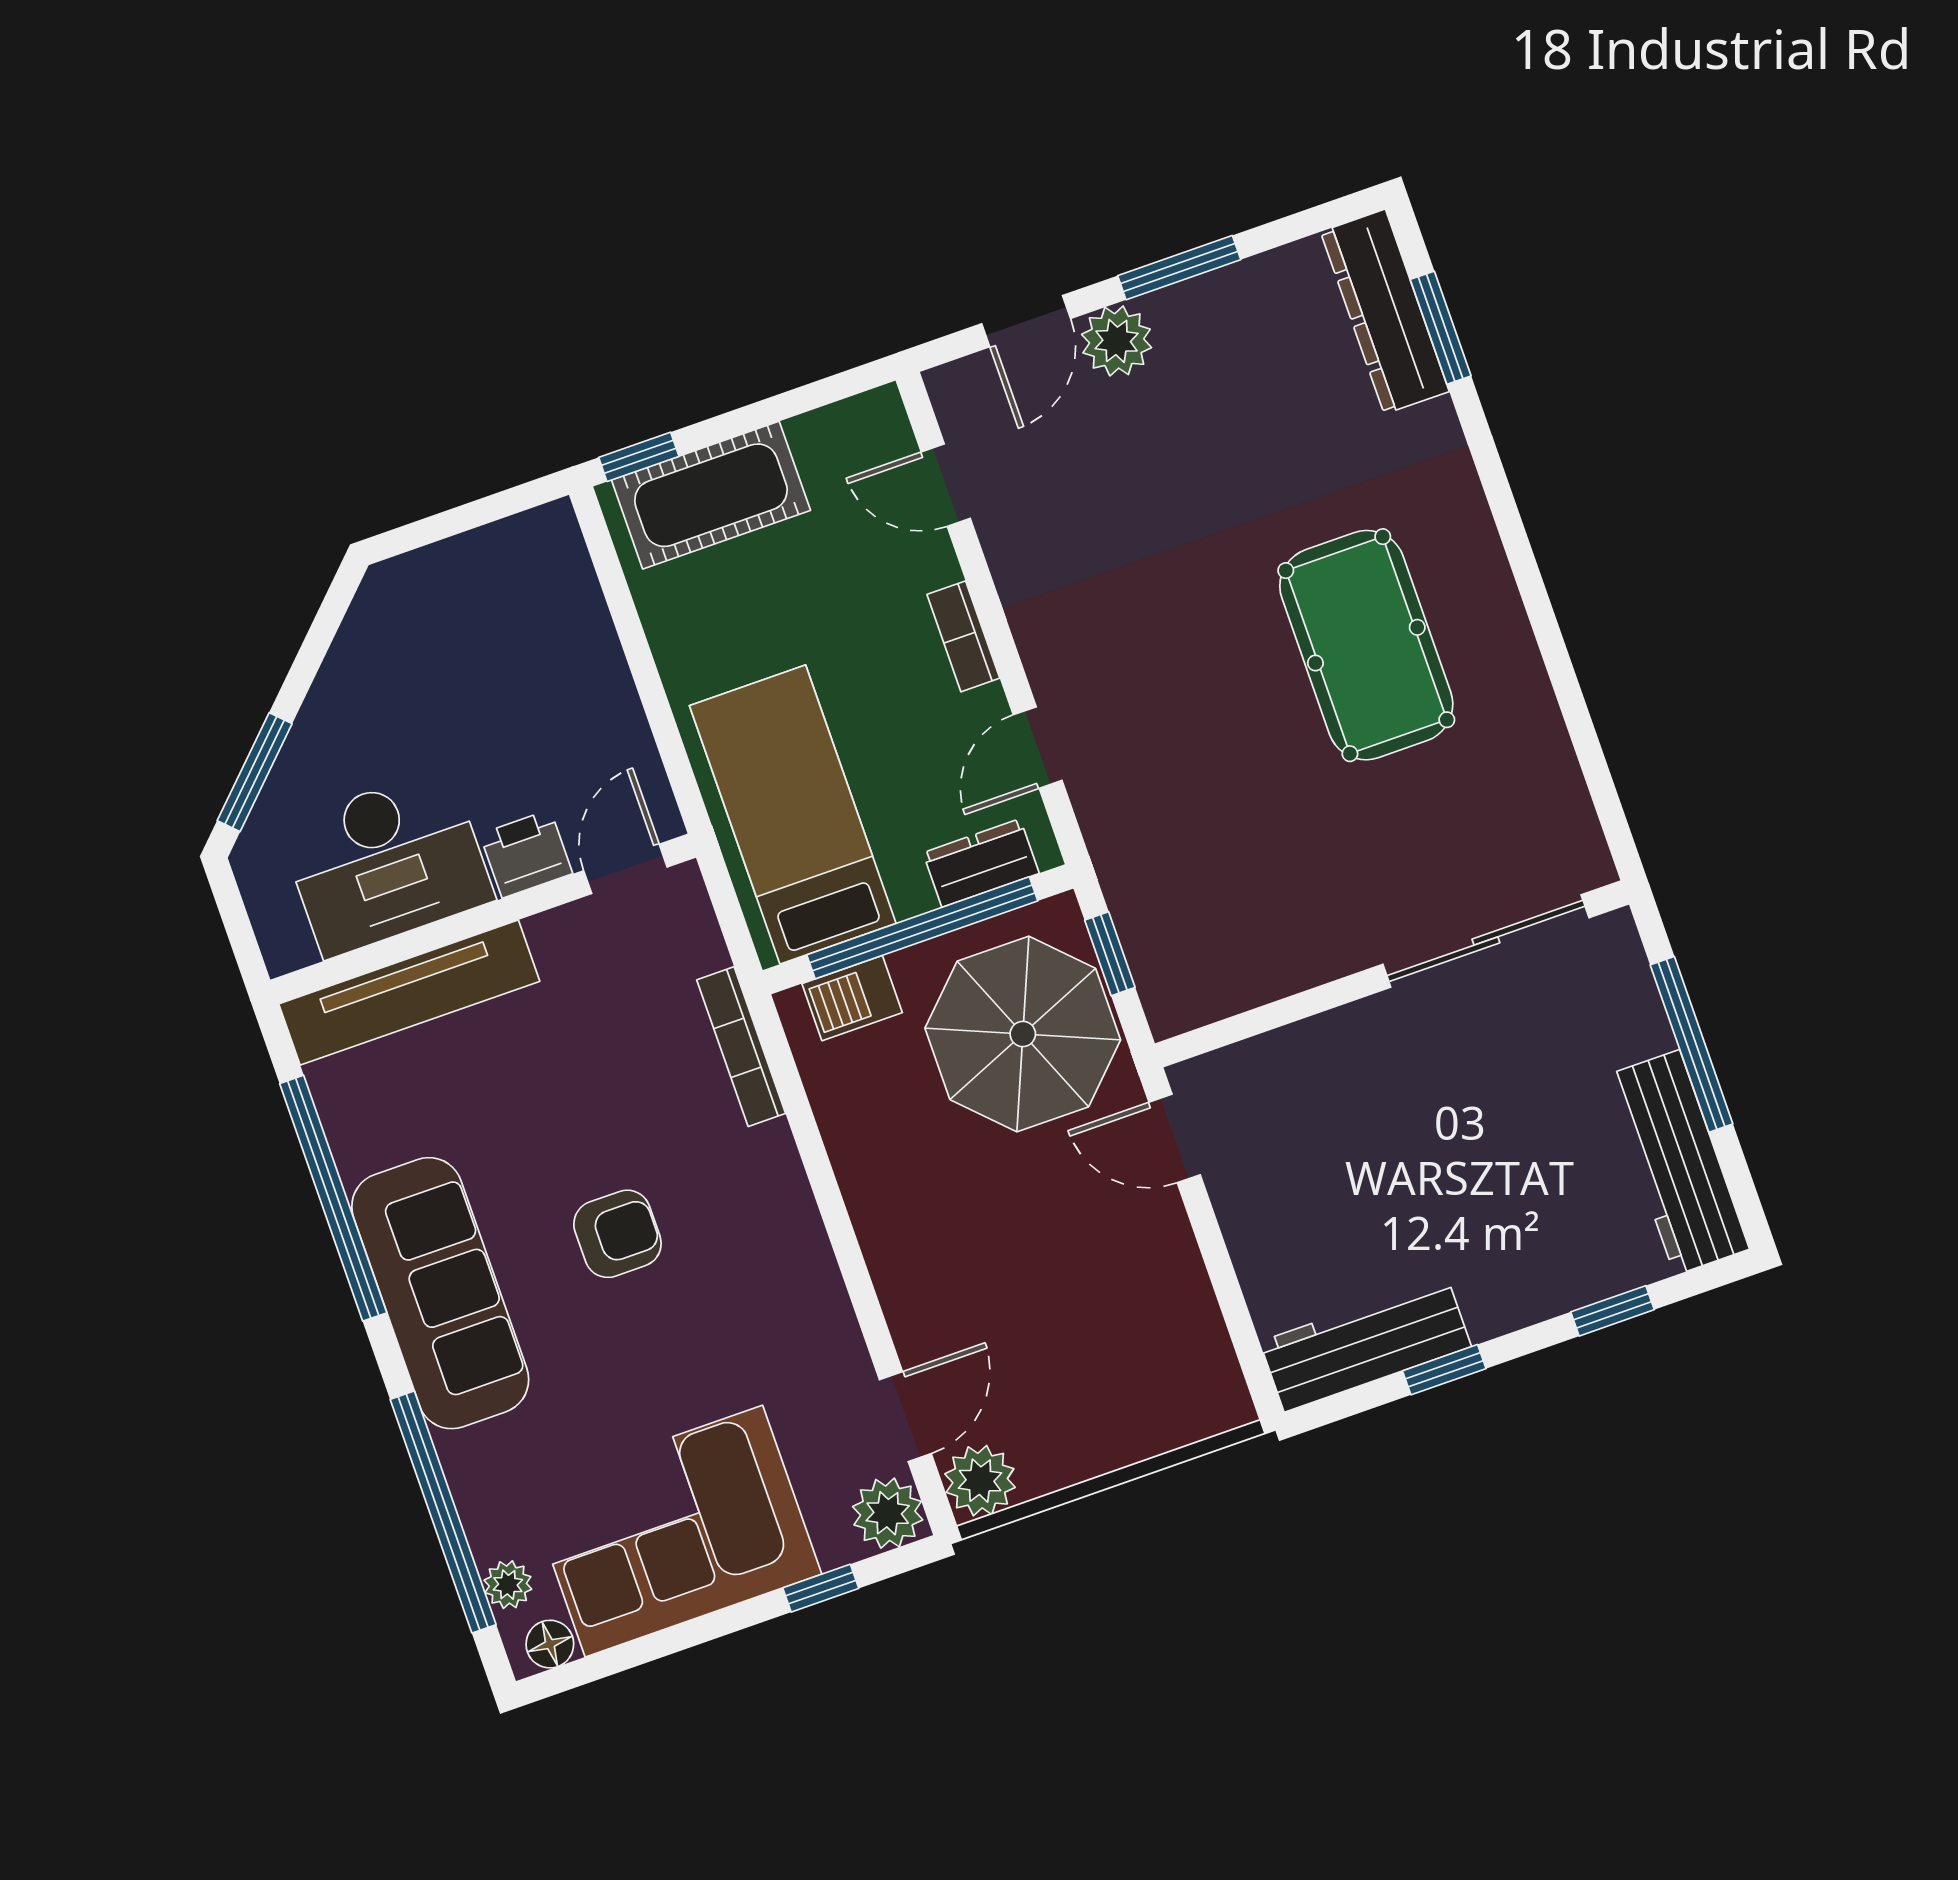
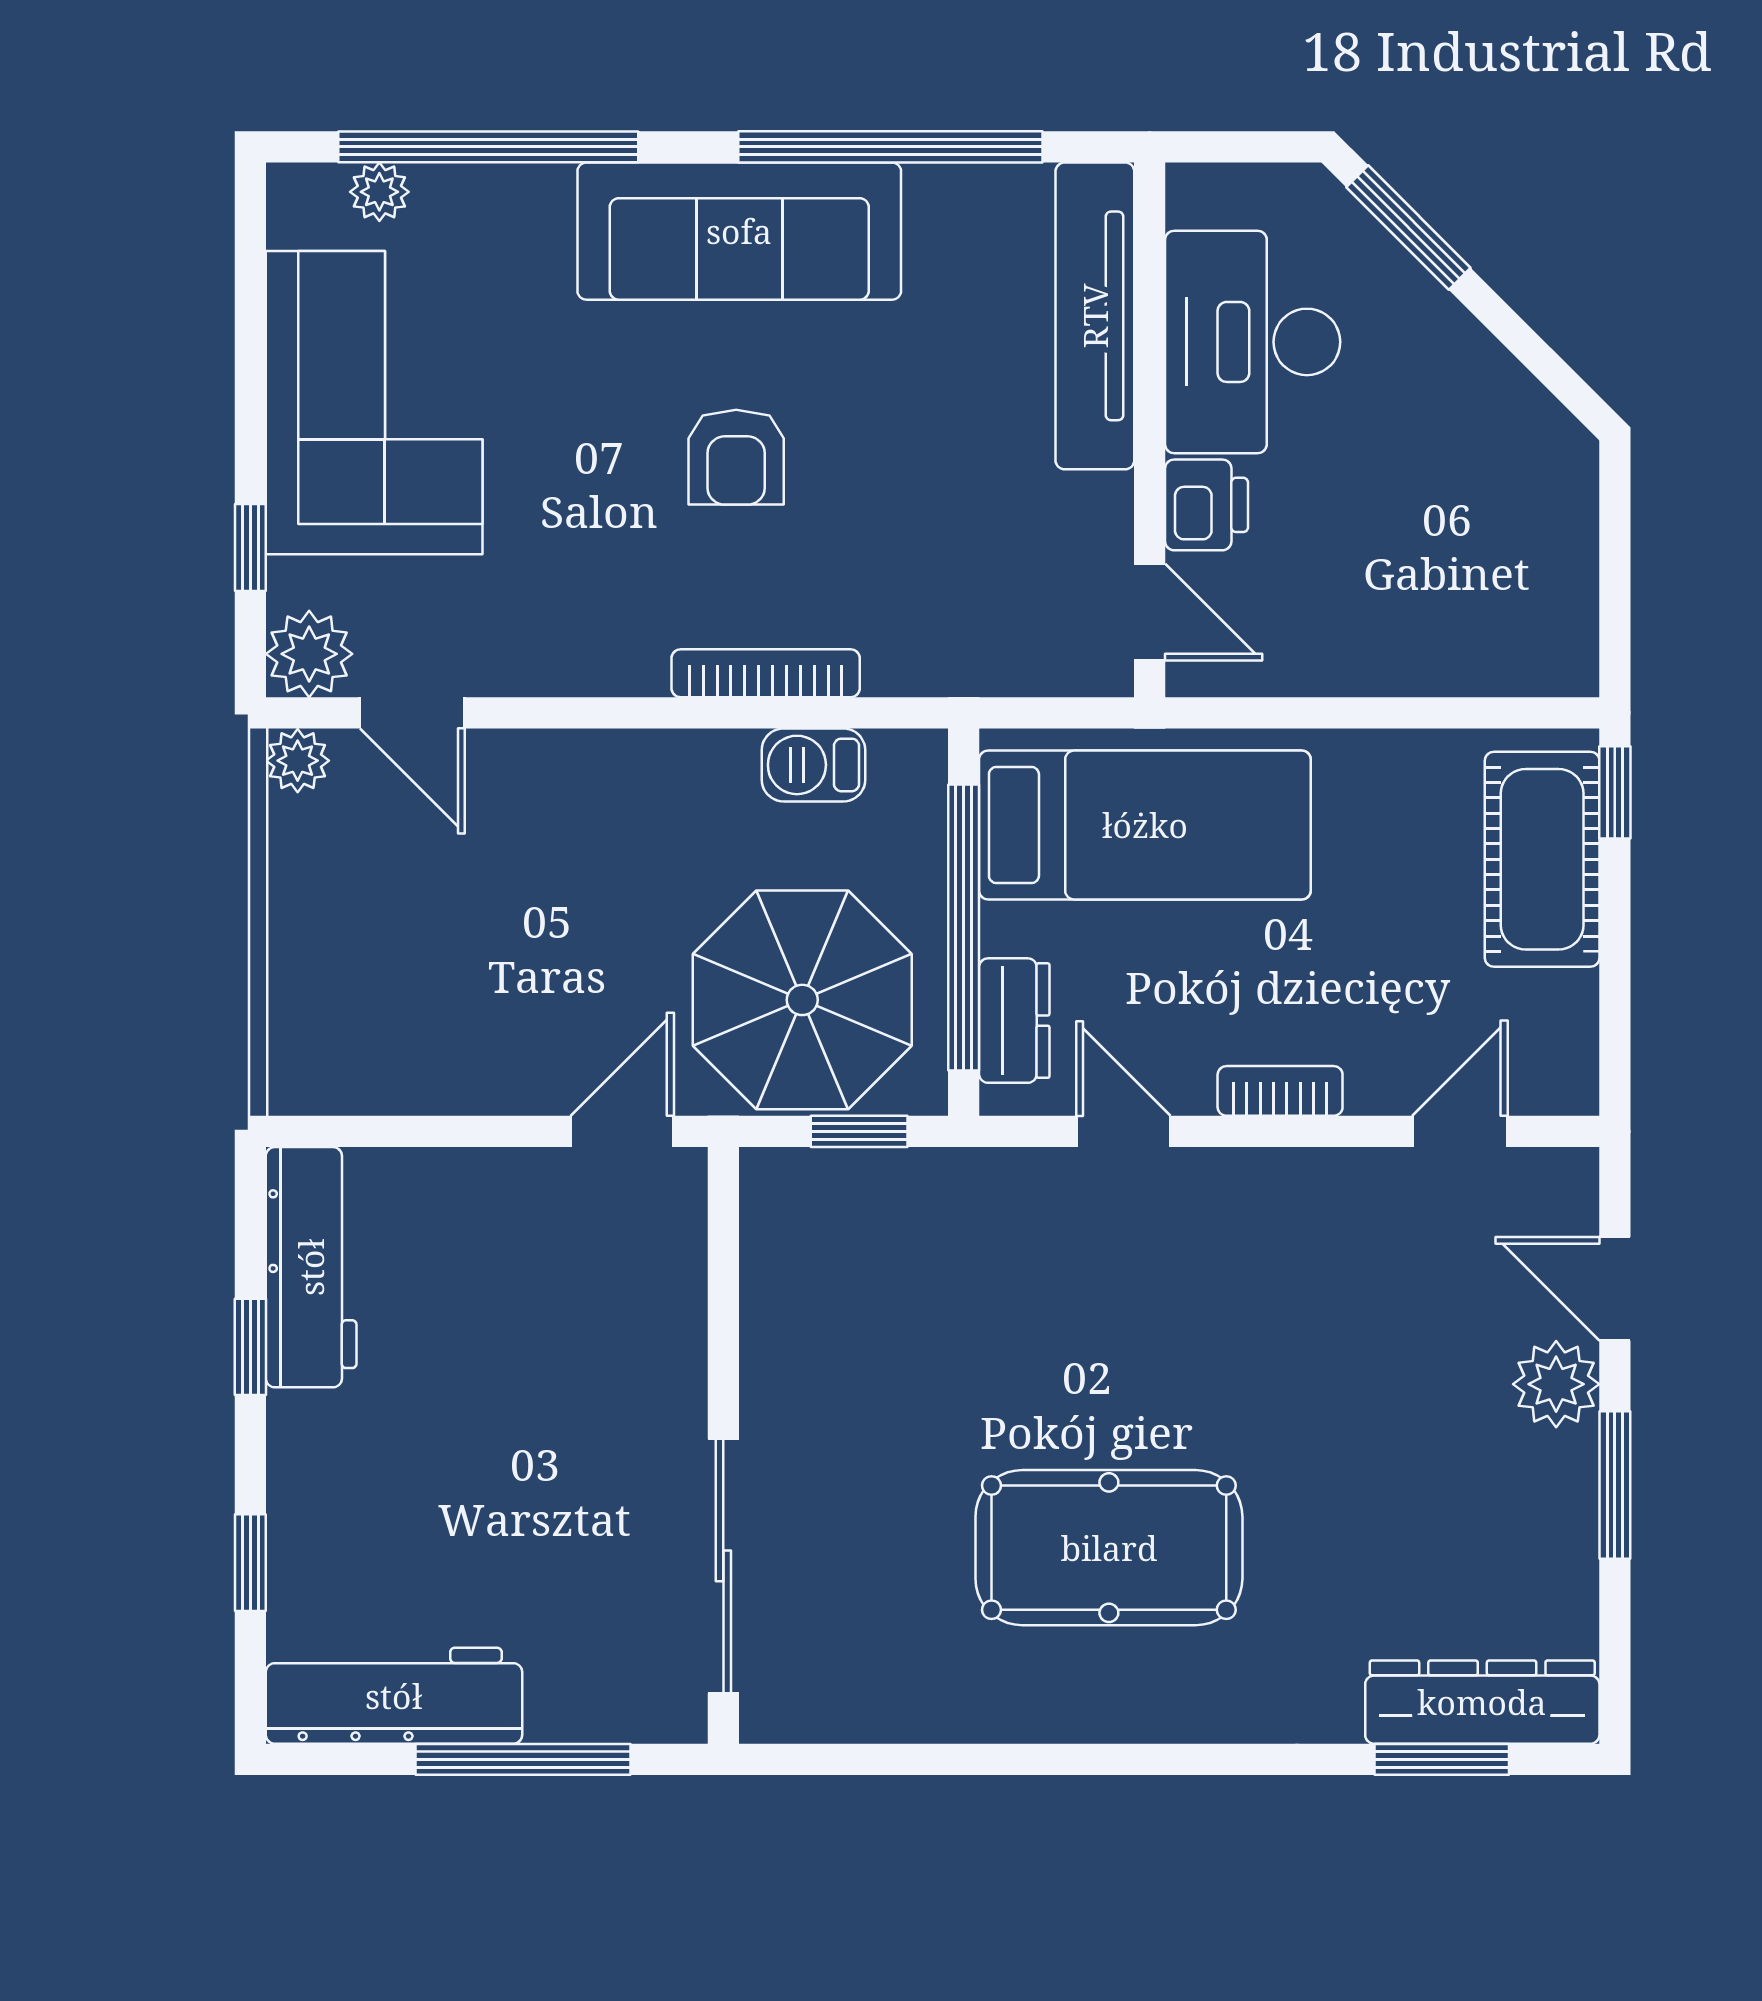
barbecue: (852, 998) -> (813, 765), moved, turned -90
bookcase: (741, 1047) -> (766, 673), moved
plant: (980, 1481) -> (298, 761), width x0.73, depth x0.73
floor lamp: (550, 1644) -> (295, 216), removed

